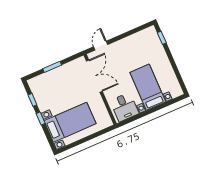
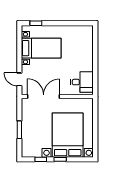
bed with nightstands: (148, 87) -> (41, 48), moved, turned 180
bed with nightstands: (70, 122) -> (68, 135), width x1.36

